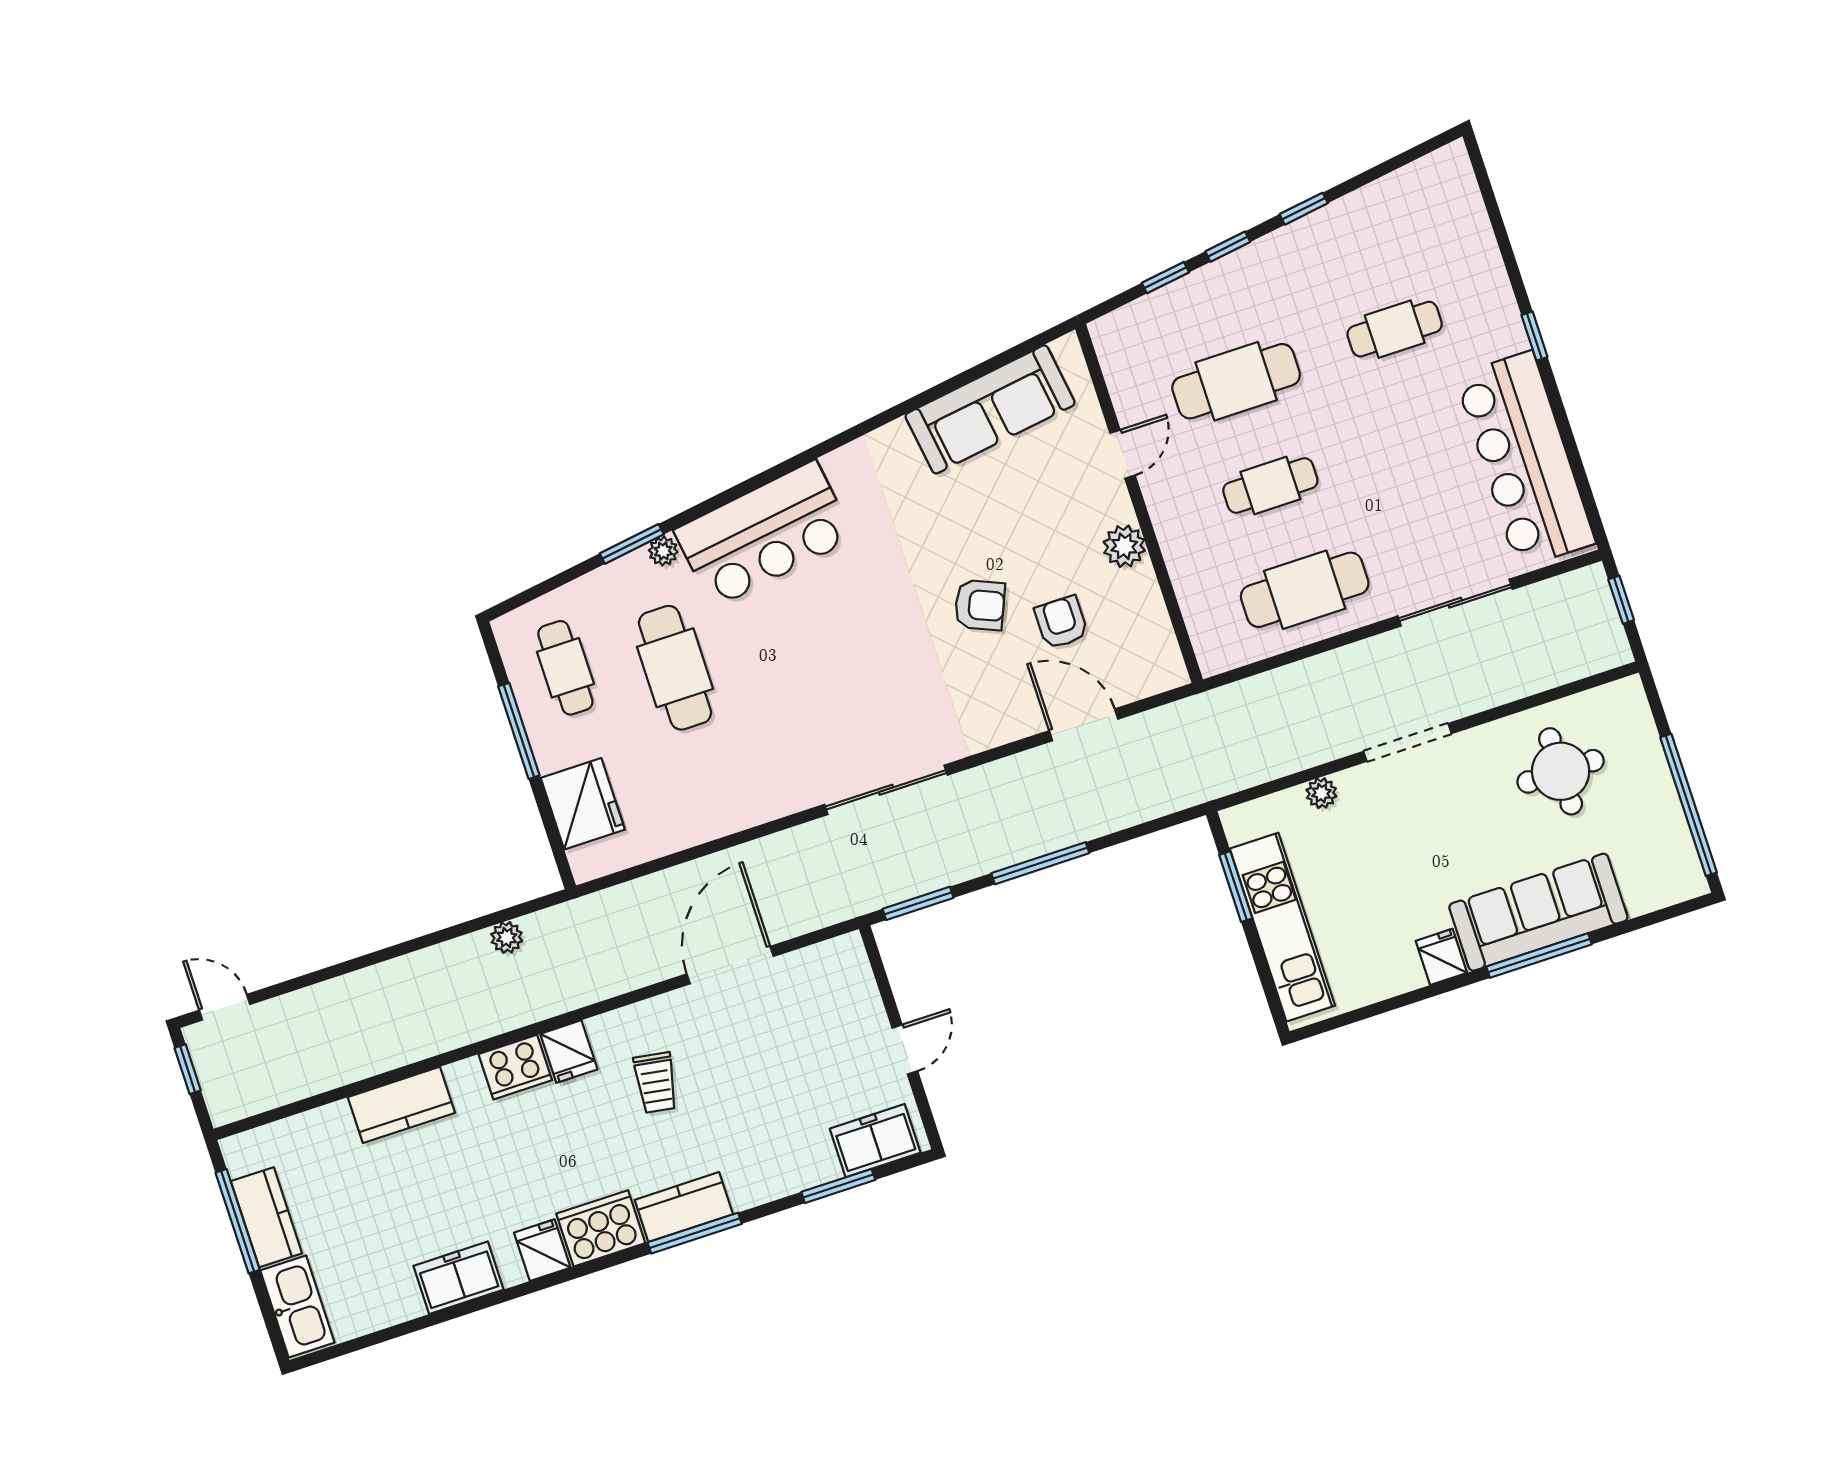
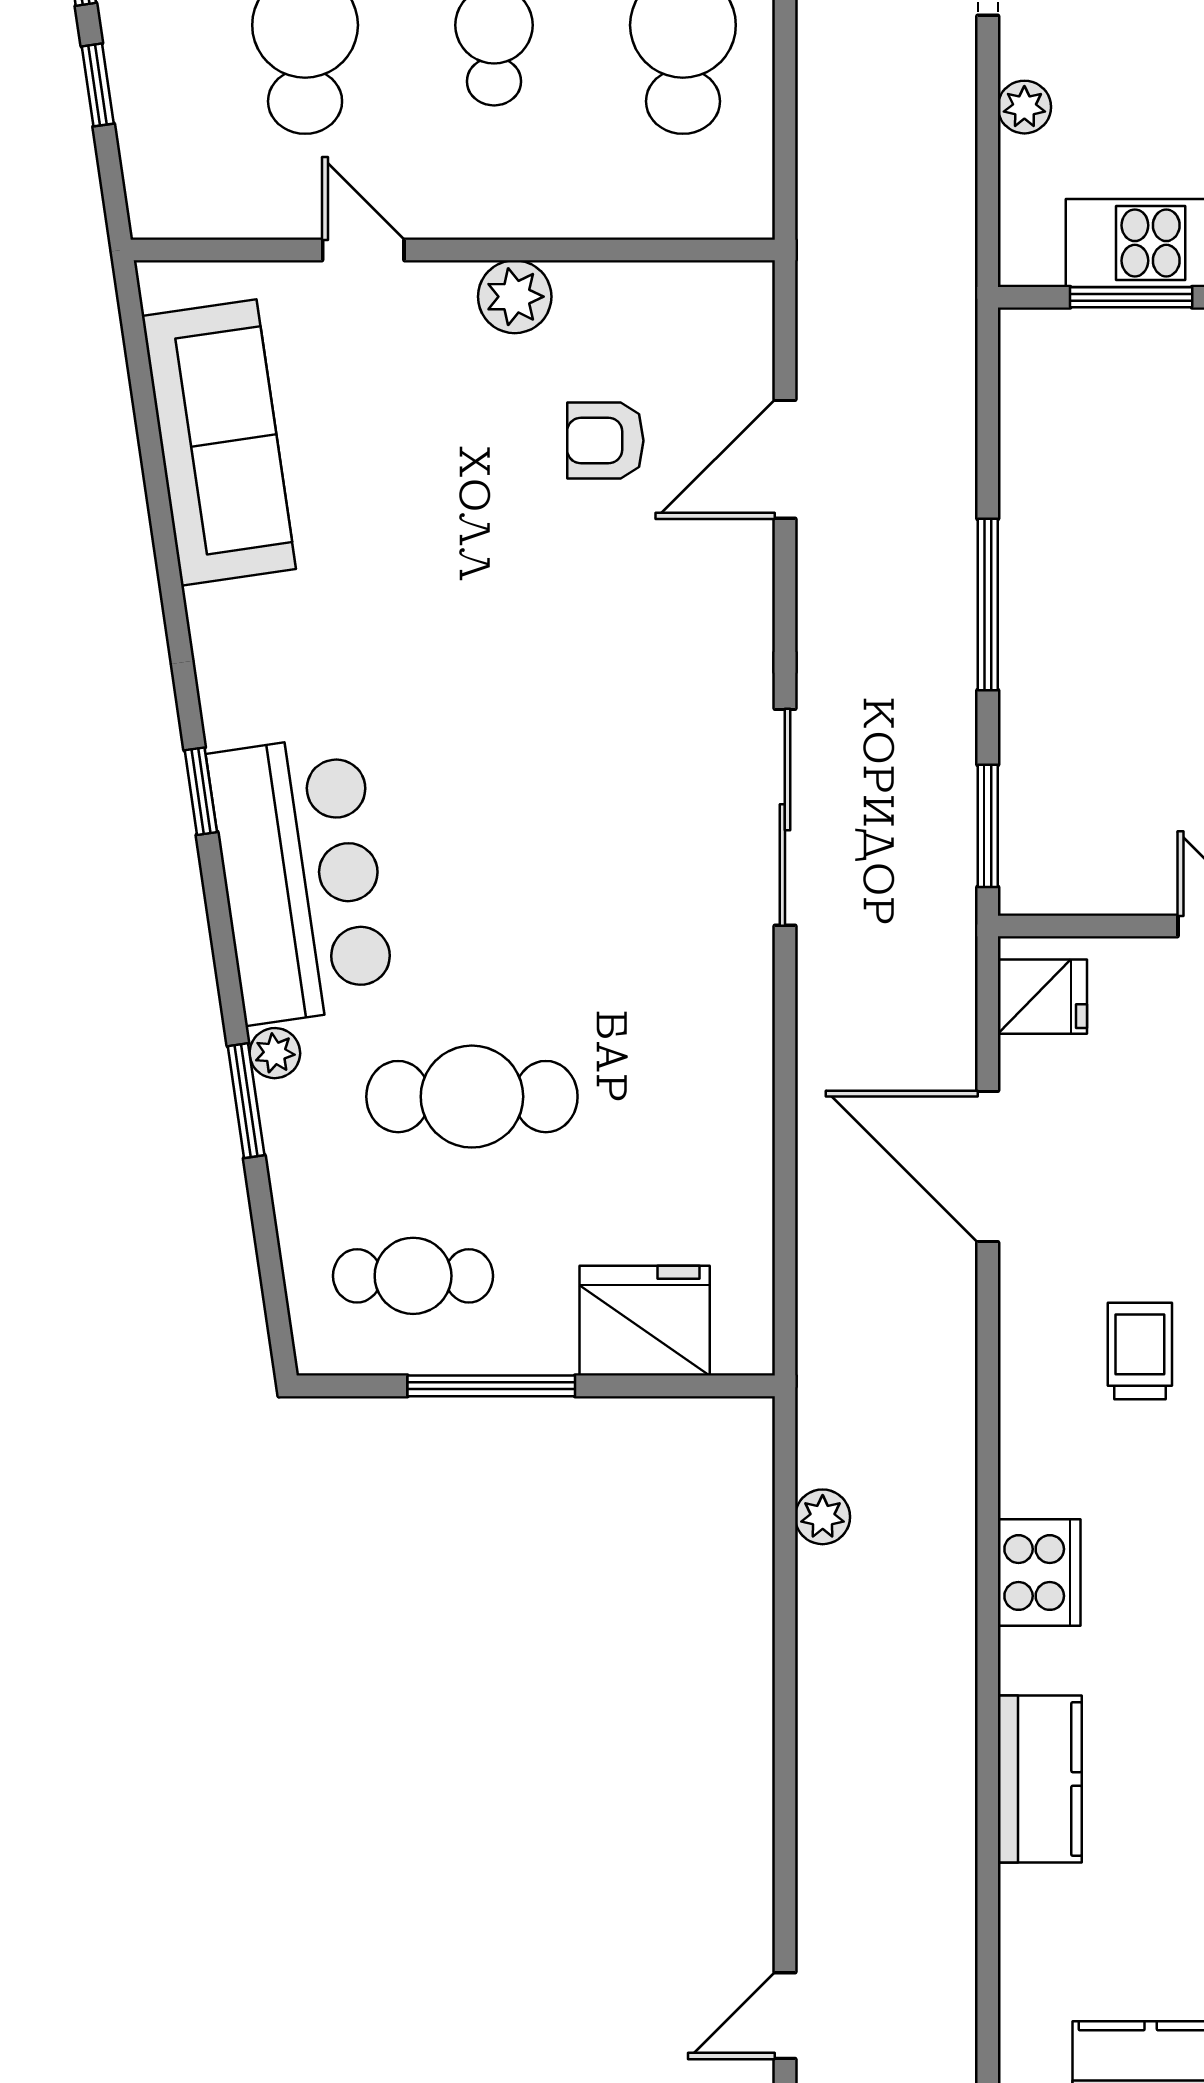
window: (794, 463) -> (201, 791), added
armchair: (980, 605) -> (533, 564), removed
fridge: (569, 1052) -> (1042, 997), moved
trolley: (656, 1083) -> (1140, 1351), turned -99

